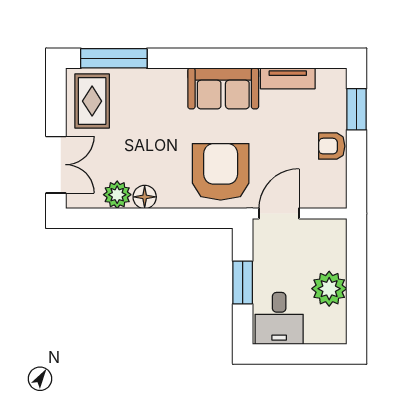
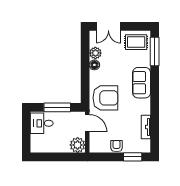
sofa: (223, 88) -> (142, 83), moved
window: (243, 283) -> (57, 107), width x1.44
plant: (329, 289) -> (78, 145), moved

